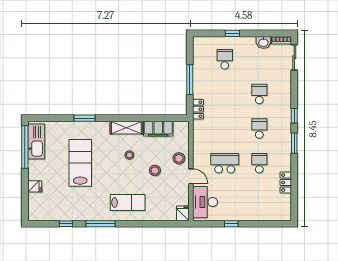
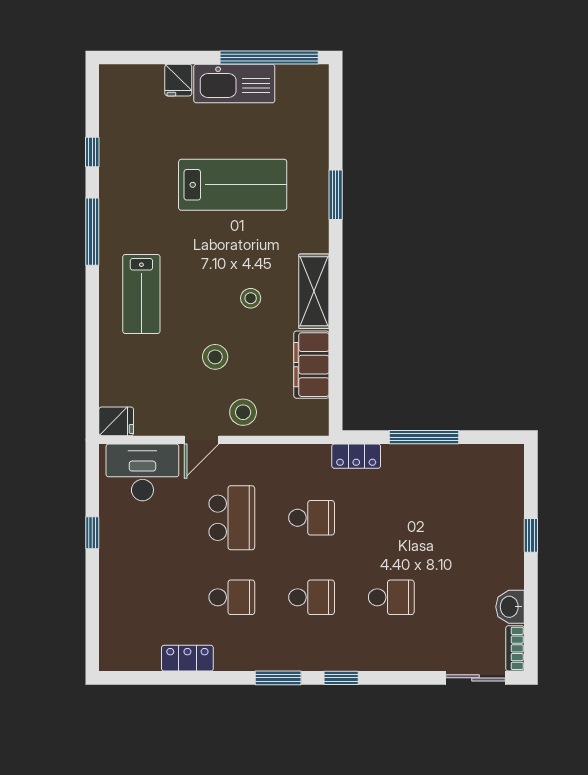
school desk: (225, 59) -> (312, 518), moved
kitchen sink: (36, 142) -> (234, 84), moved

